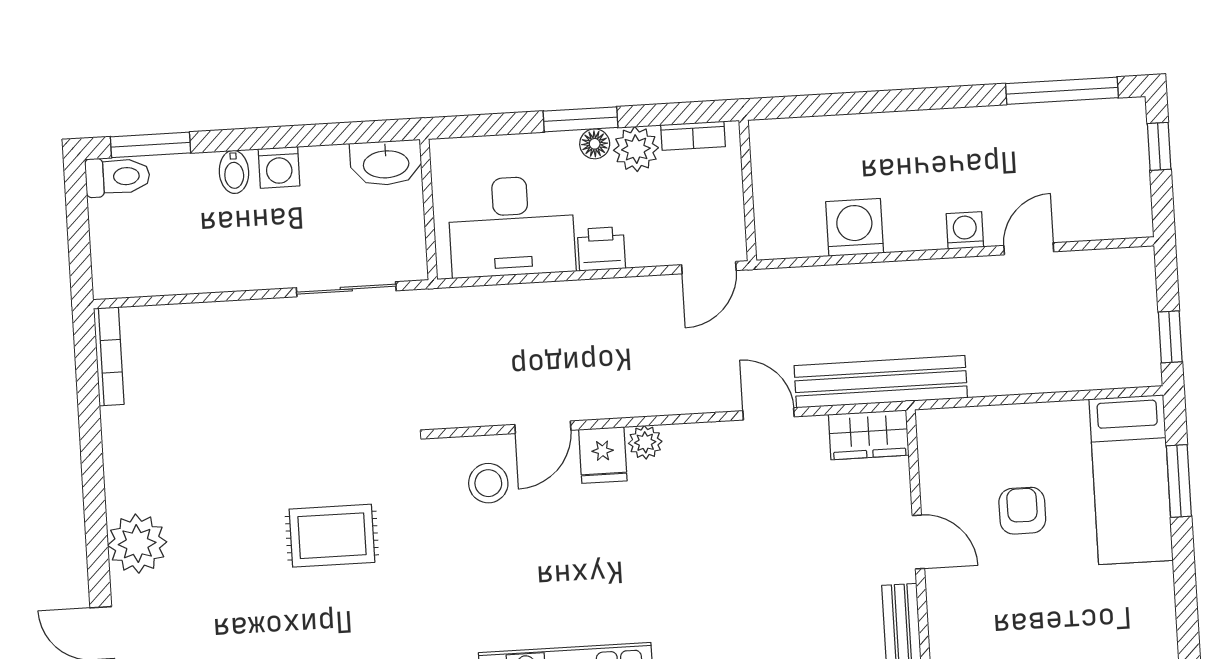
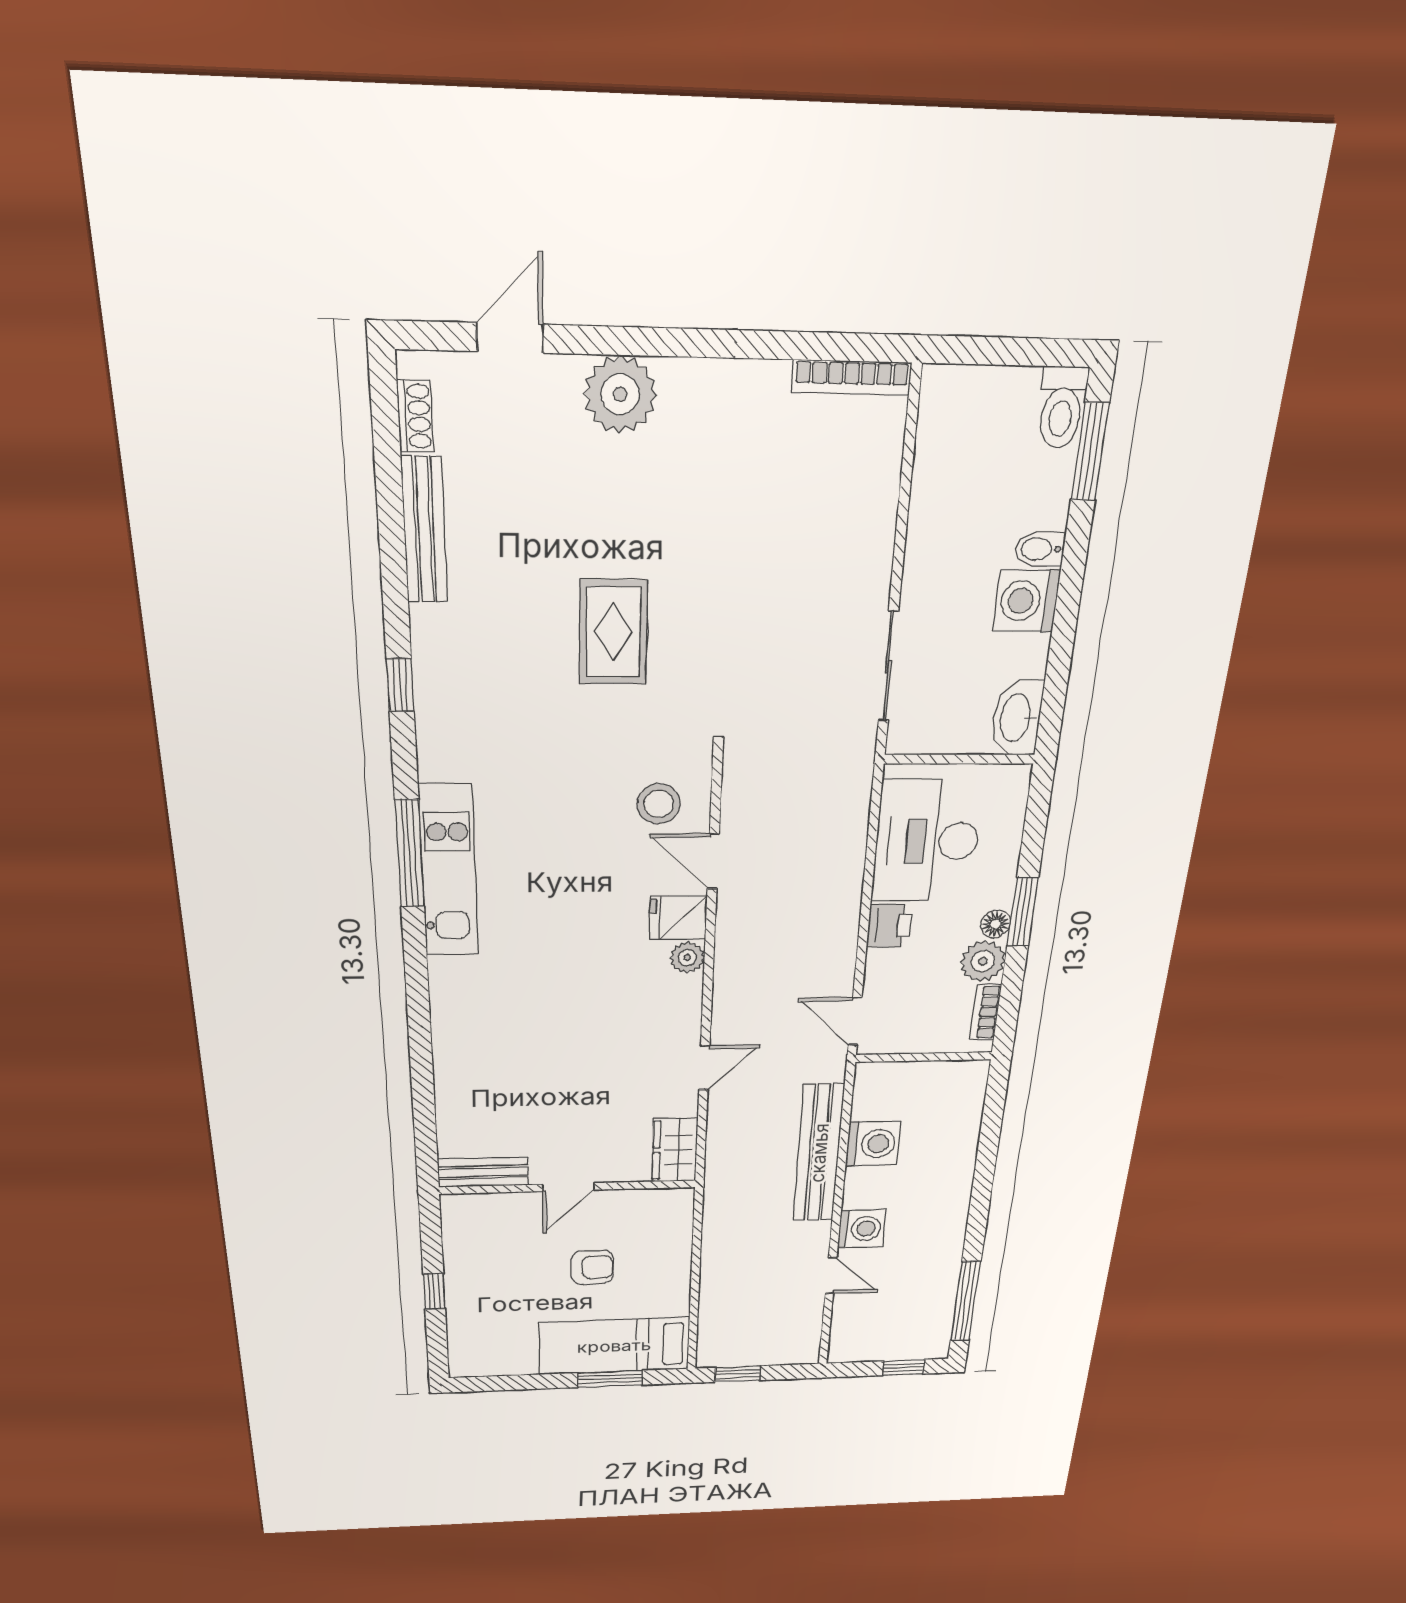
washing machine: (279, 167) -> (1027, 601), width x1.38, depth x1.38
washing machine: (965, 230) -> (862, 1229), width x1.38, depth x1.38
bench: (881, 382) -> (819, 1153), moved

